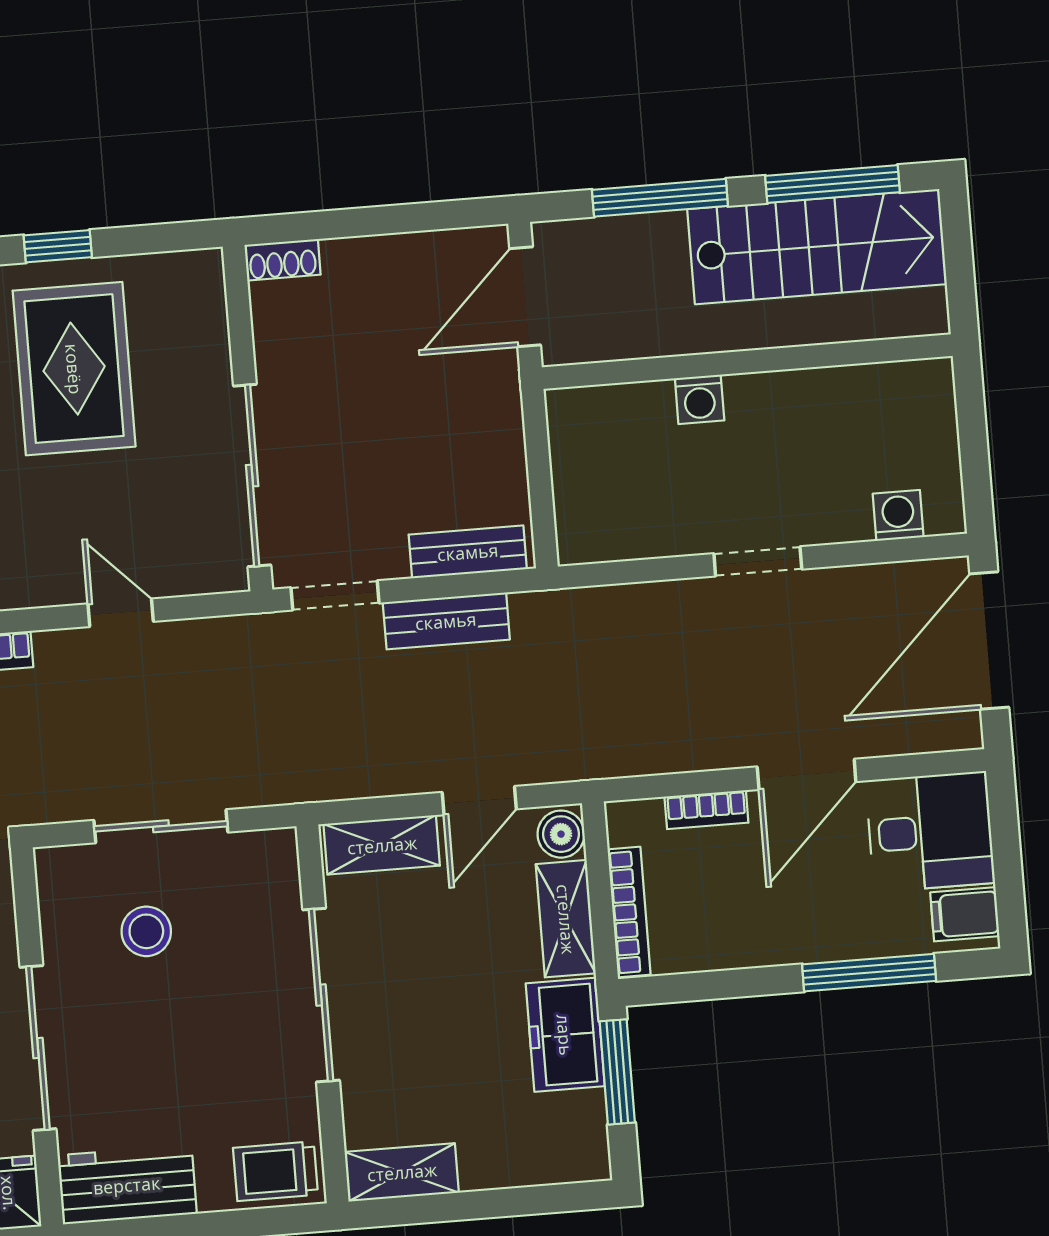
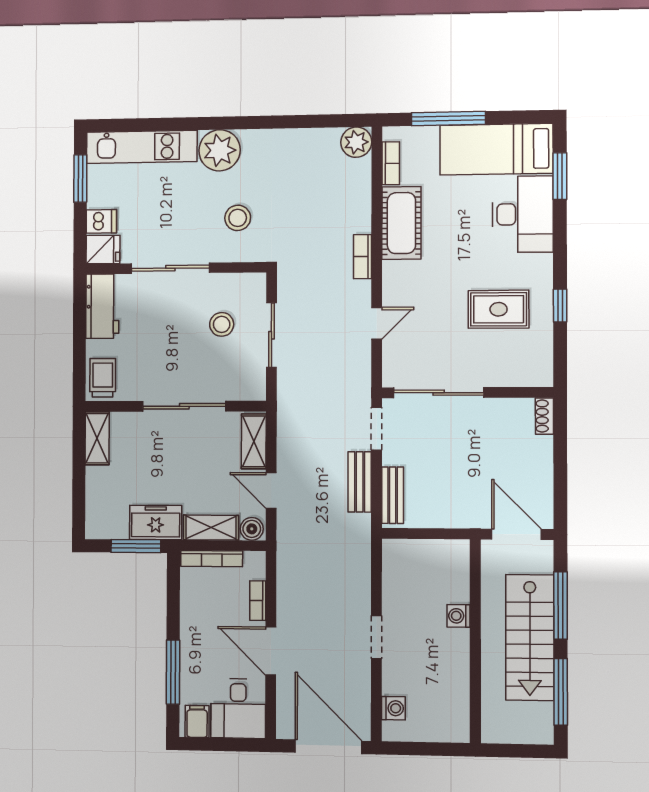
stairs: (817, 247) -> (530, 638), moved
rug: (74, 369) -> (499, 309), width x0.73, depth x0.70

